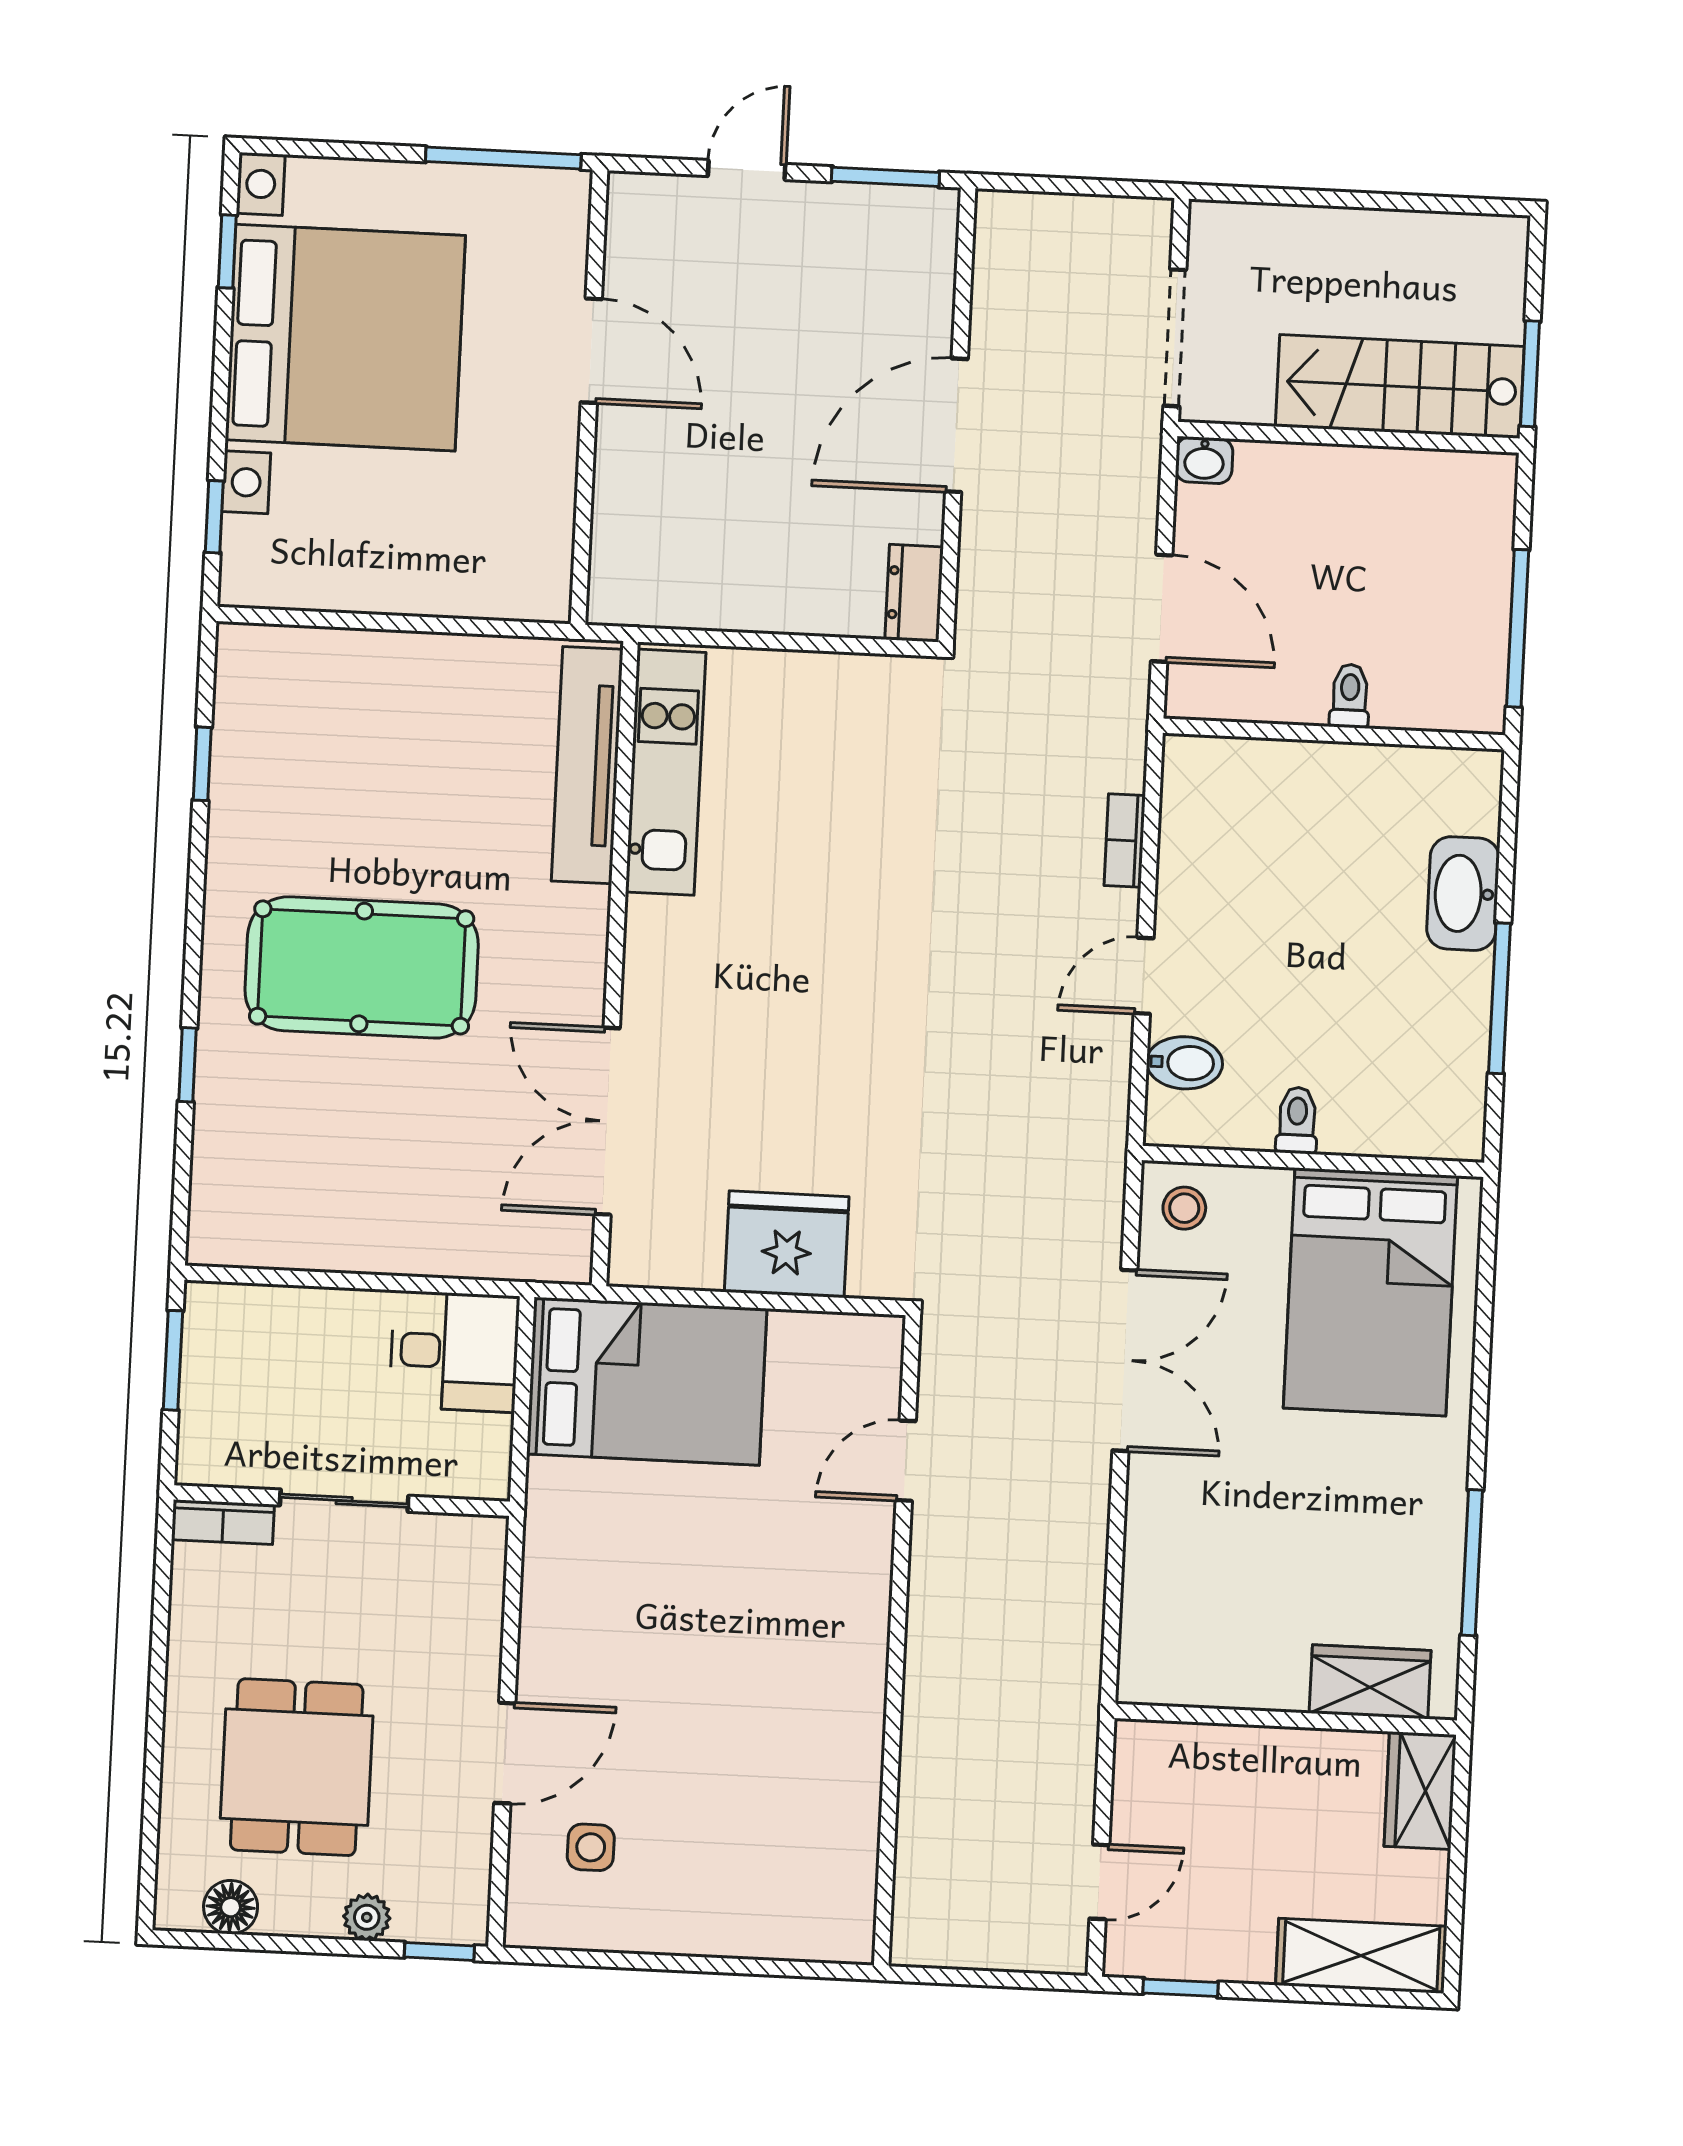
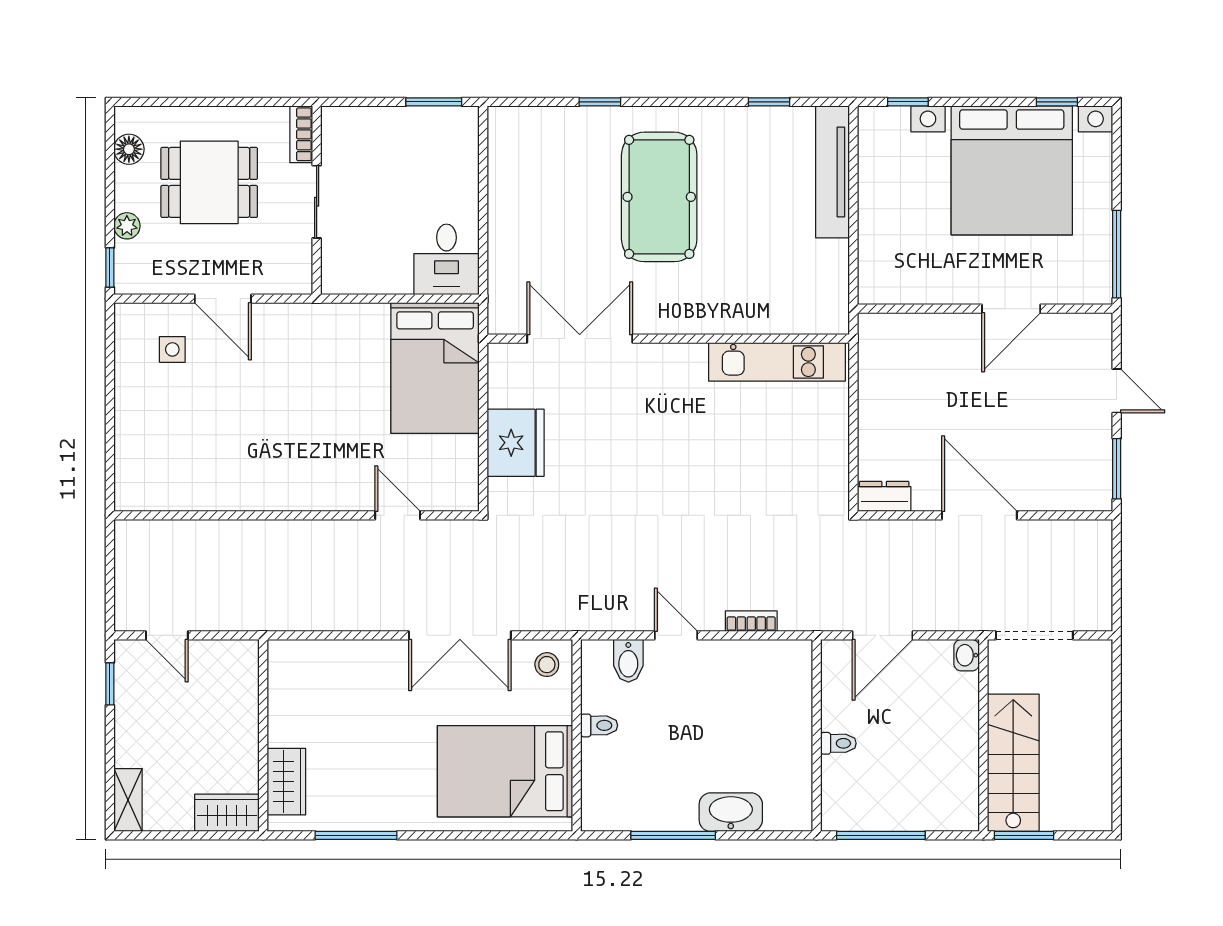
tv unit: (587, 765) -> (832, 172), moved, turned -90
wall: (342, 1501) -> (317, 200), moved
sliding door: (344, 1501) -> (317, 202), moved
bookcase: (223, 1522) -> (301, 134), moved
shelving: (1361, 1956) -> (128, 800), width x0.67, depth x0.75

